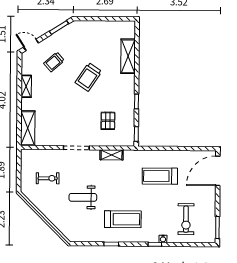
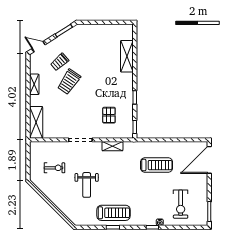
trolley: (89, 77) -> (69, 82), moved
treadmill: (160, 176) -> (157, 165), turned 180
weight bench: (83, 197) -> (87, 185), turned -90
treadmill: (123, 219) -> (113, 213), moved

